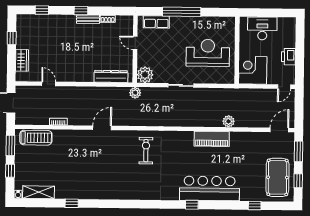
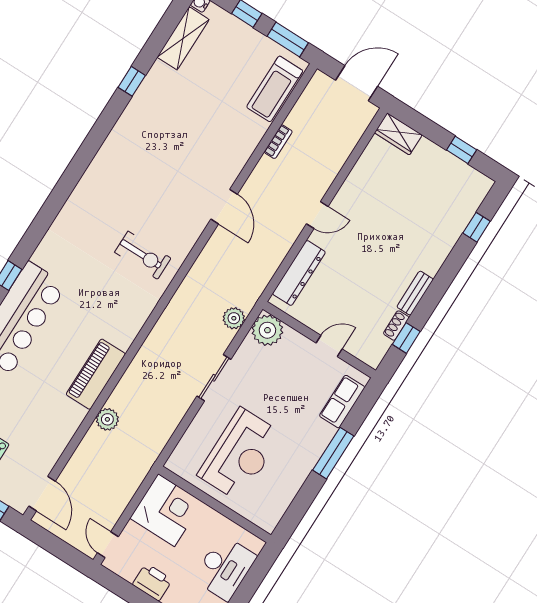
window: (81, 11) -> (406, 338), moved
window: (182, 12) -> (333, 453), width x0.68
wardrobe: (22, 60) -> (398, 134), moved
door: (49, 84) -> (317, 215), moved
plant: (135, 93) -> (234, 318), moved

